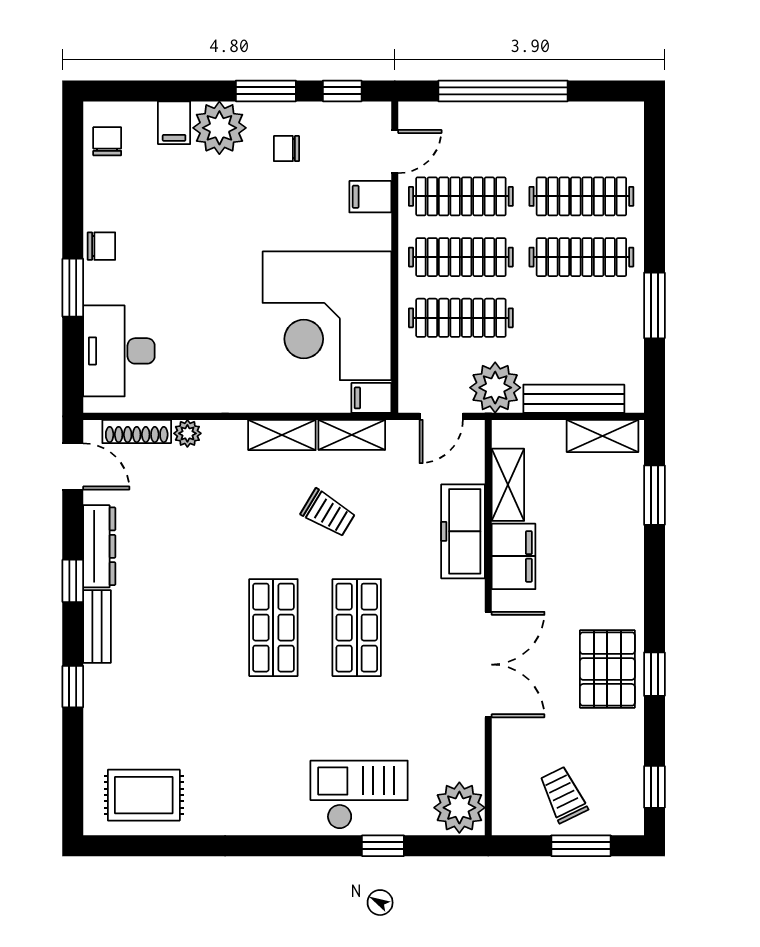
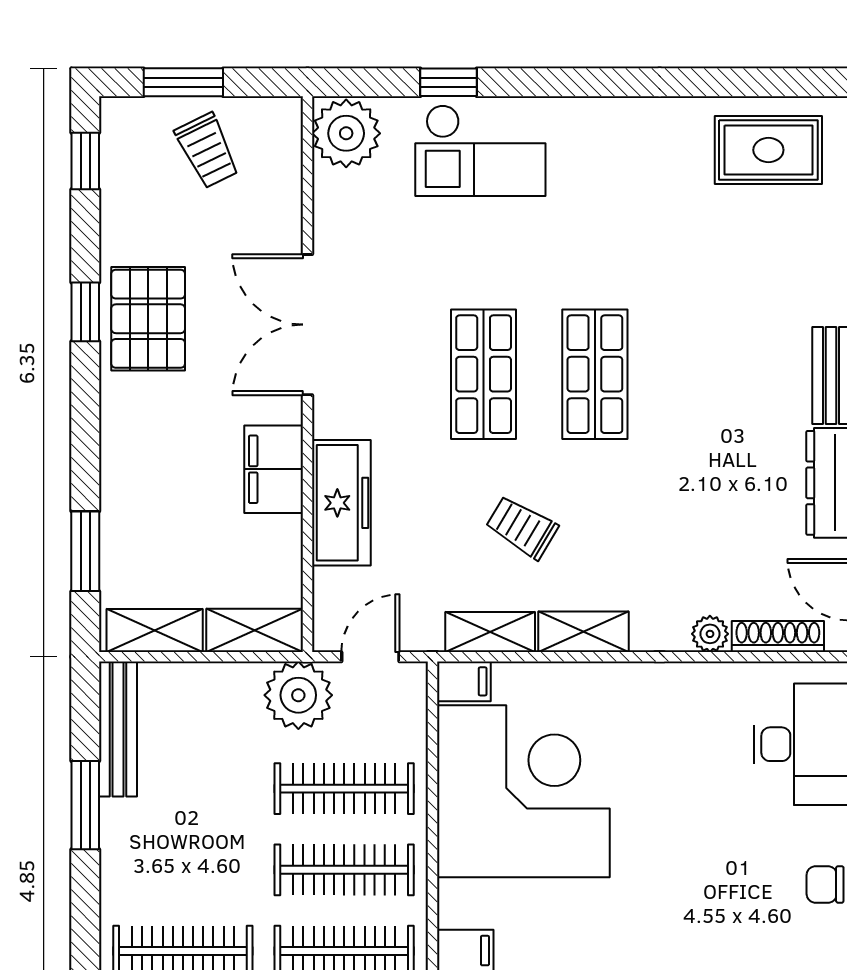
clothes rail: (581, 257) -> (183, 870), removed
bench: (574, 399) -> (118, 729), moved, turned 90
shelving: (508, 485) -> (255, 630), moved, turned 90

